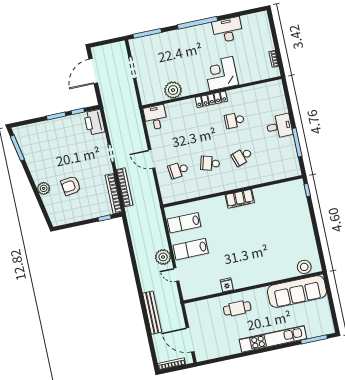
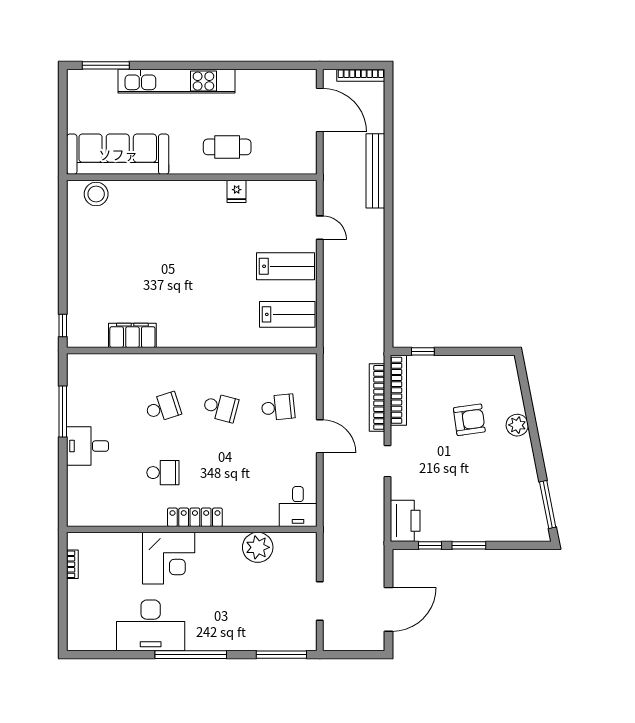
desk: (228, 30) -> (151, 625), width x1.36, depth x1.30
filing cabinet: (240, 199) -> (132, 335), moved
plant: (163, 257) -> (336, 263), removed

